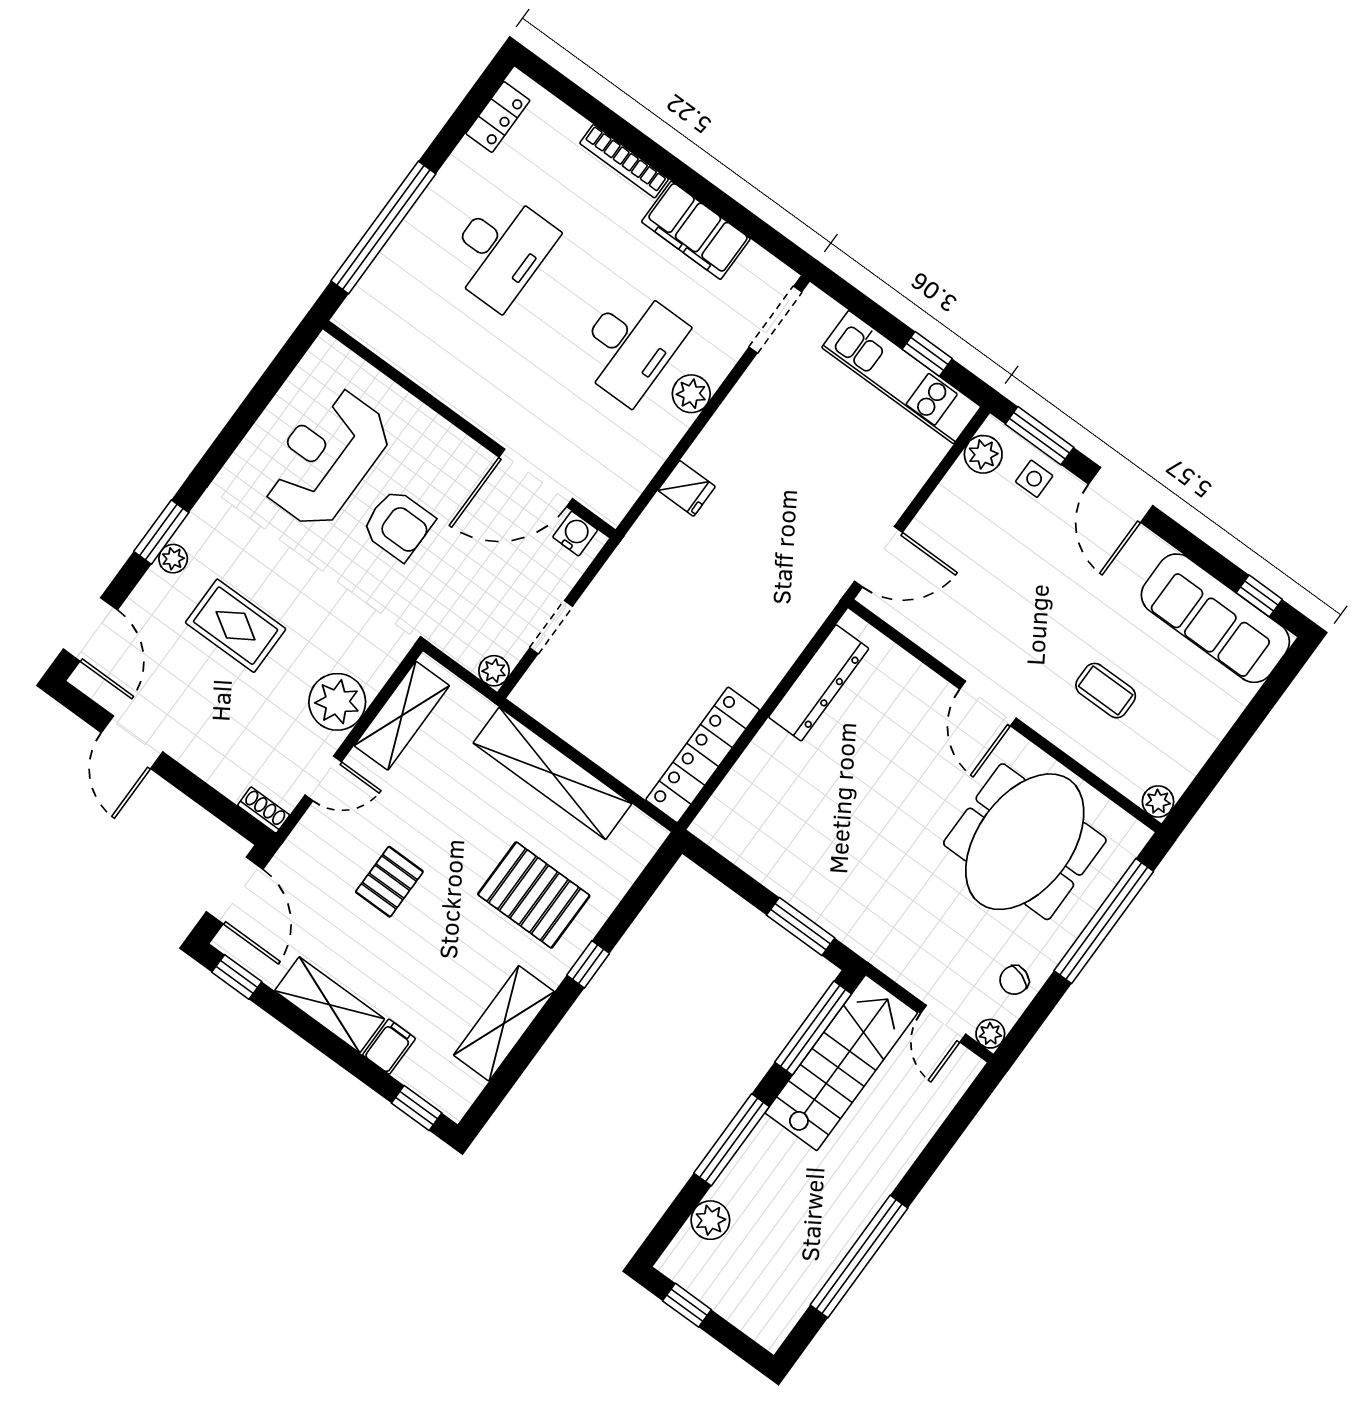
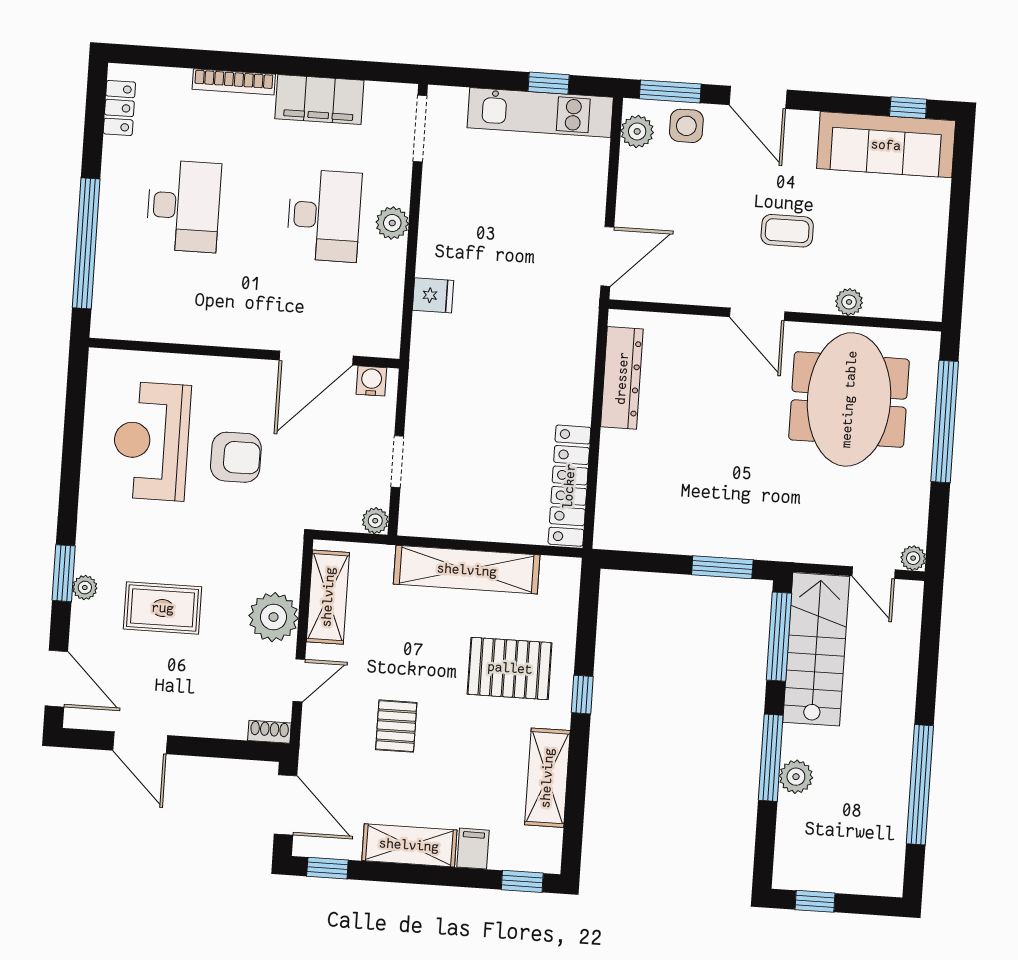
side table: (1034, 479) -> (686, 126), width x1.37, depth x1.37
coffee table: (1106, 691) -> (787, 231), moved
plant: (1158, 801) -> (849, 302), moved
chair: (1014, 980) -> (906, 507), removed
plant: (710, 1220) -> (796, 777), moved

